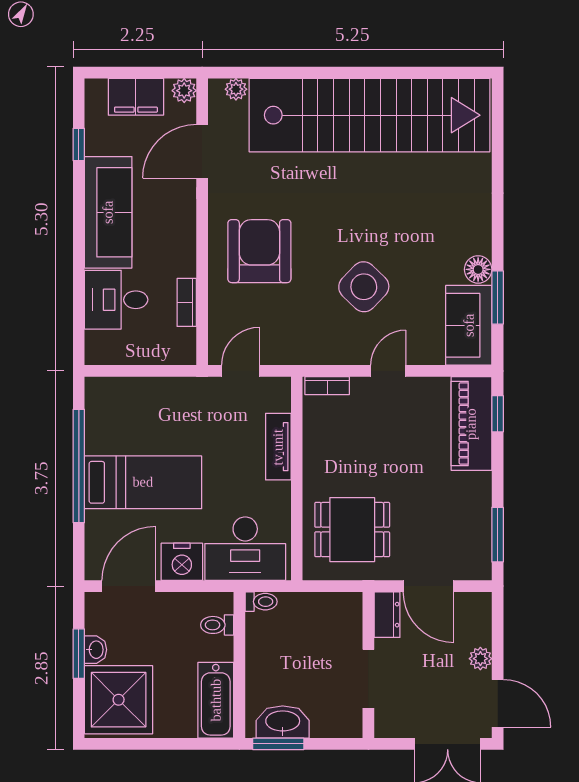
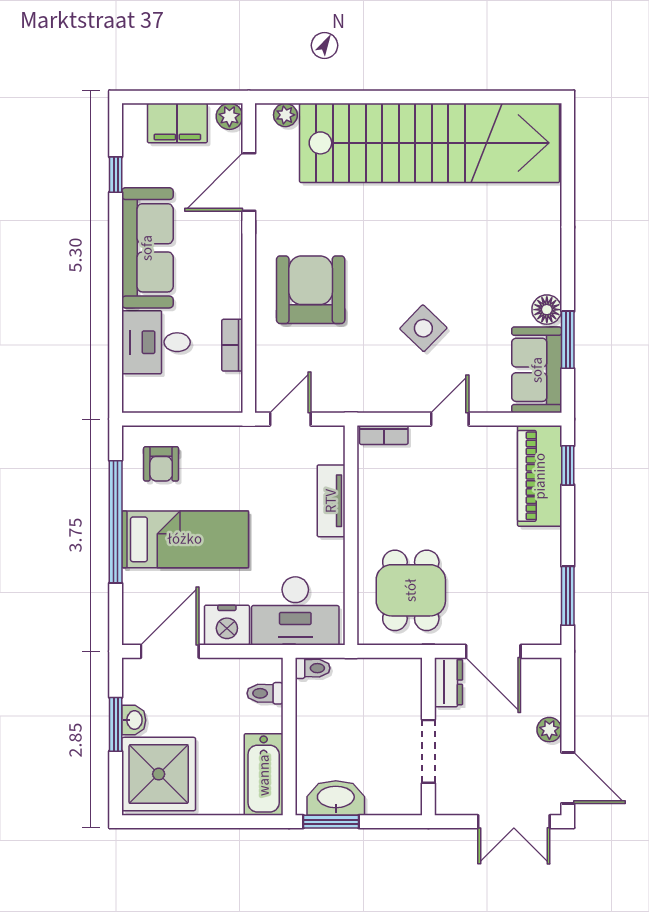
side table: (364, 287) -> (423, 328), width x0.73, depth x0.73
armchair: (121, 412) -> (161, 464), added
dining table: (352, 530) -> (411, 590), turned 90

